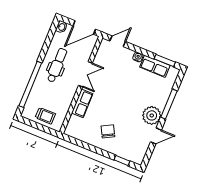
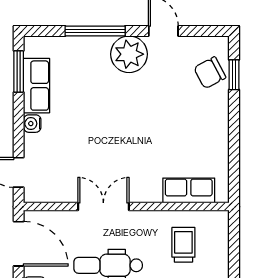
row of seats: (82, 103) -> (189, 191), moved
trolley: (45, 116) -> (183, 245), moved
chair: (108, 131) -> (210, 73), moved

